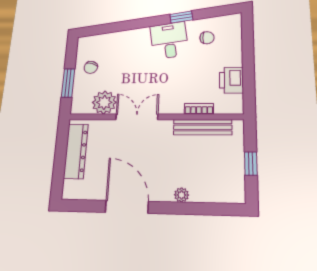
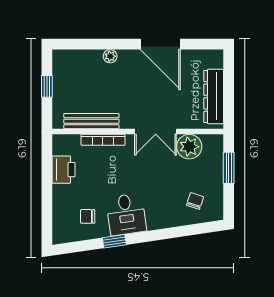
chair: (91, 67) -> (195, 201), moved
bookcase: (199, 109) -> (103, 140), width x1.56

